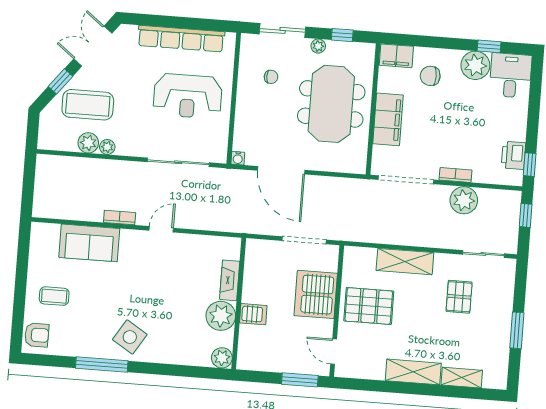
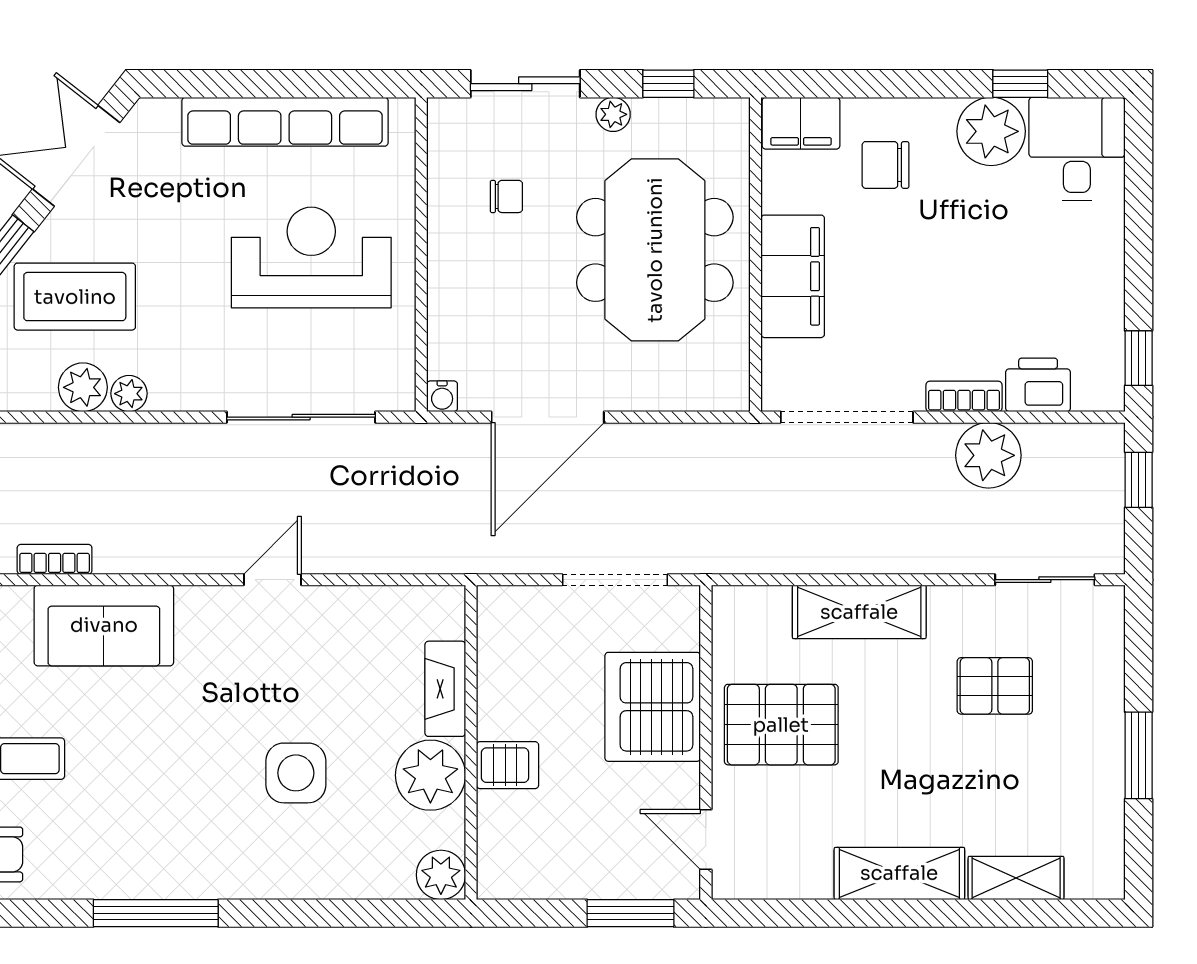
reception desk: (188, 96) -> (311, 257), turned 180
printer: (513, 155) -> (1038, 385), moved, turned 90
door: (281, 170) -> (548, 417), hinge flipped
bookcase: (120, 217) -> (55, 559), moved
pallet: (459, 297) -> (995, 686), turned 90
side table: (130, 337) -> (296, 773), moved, turned -32

